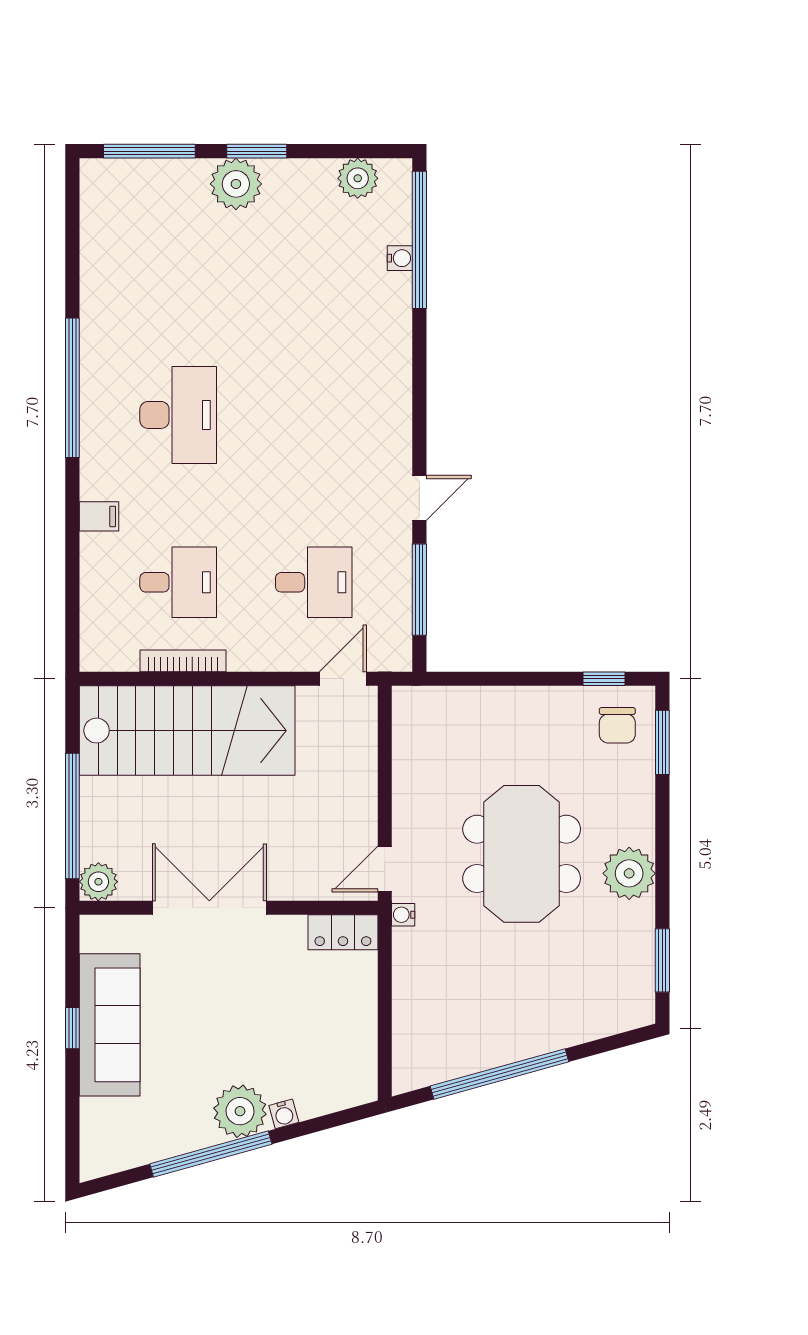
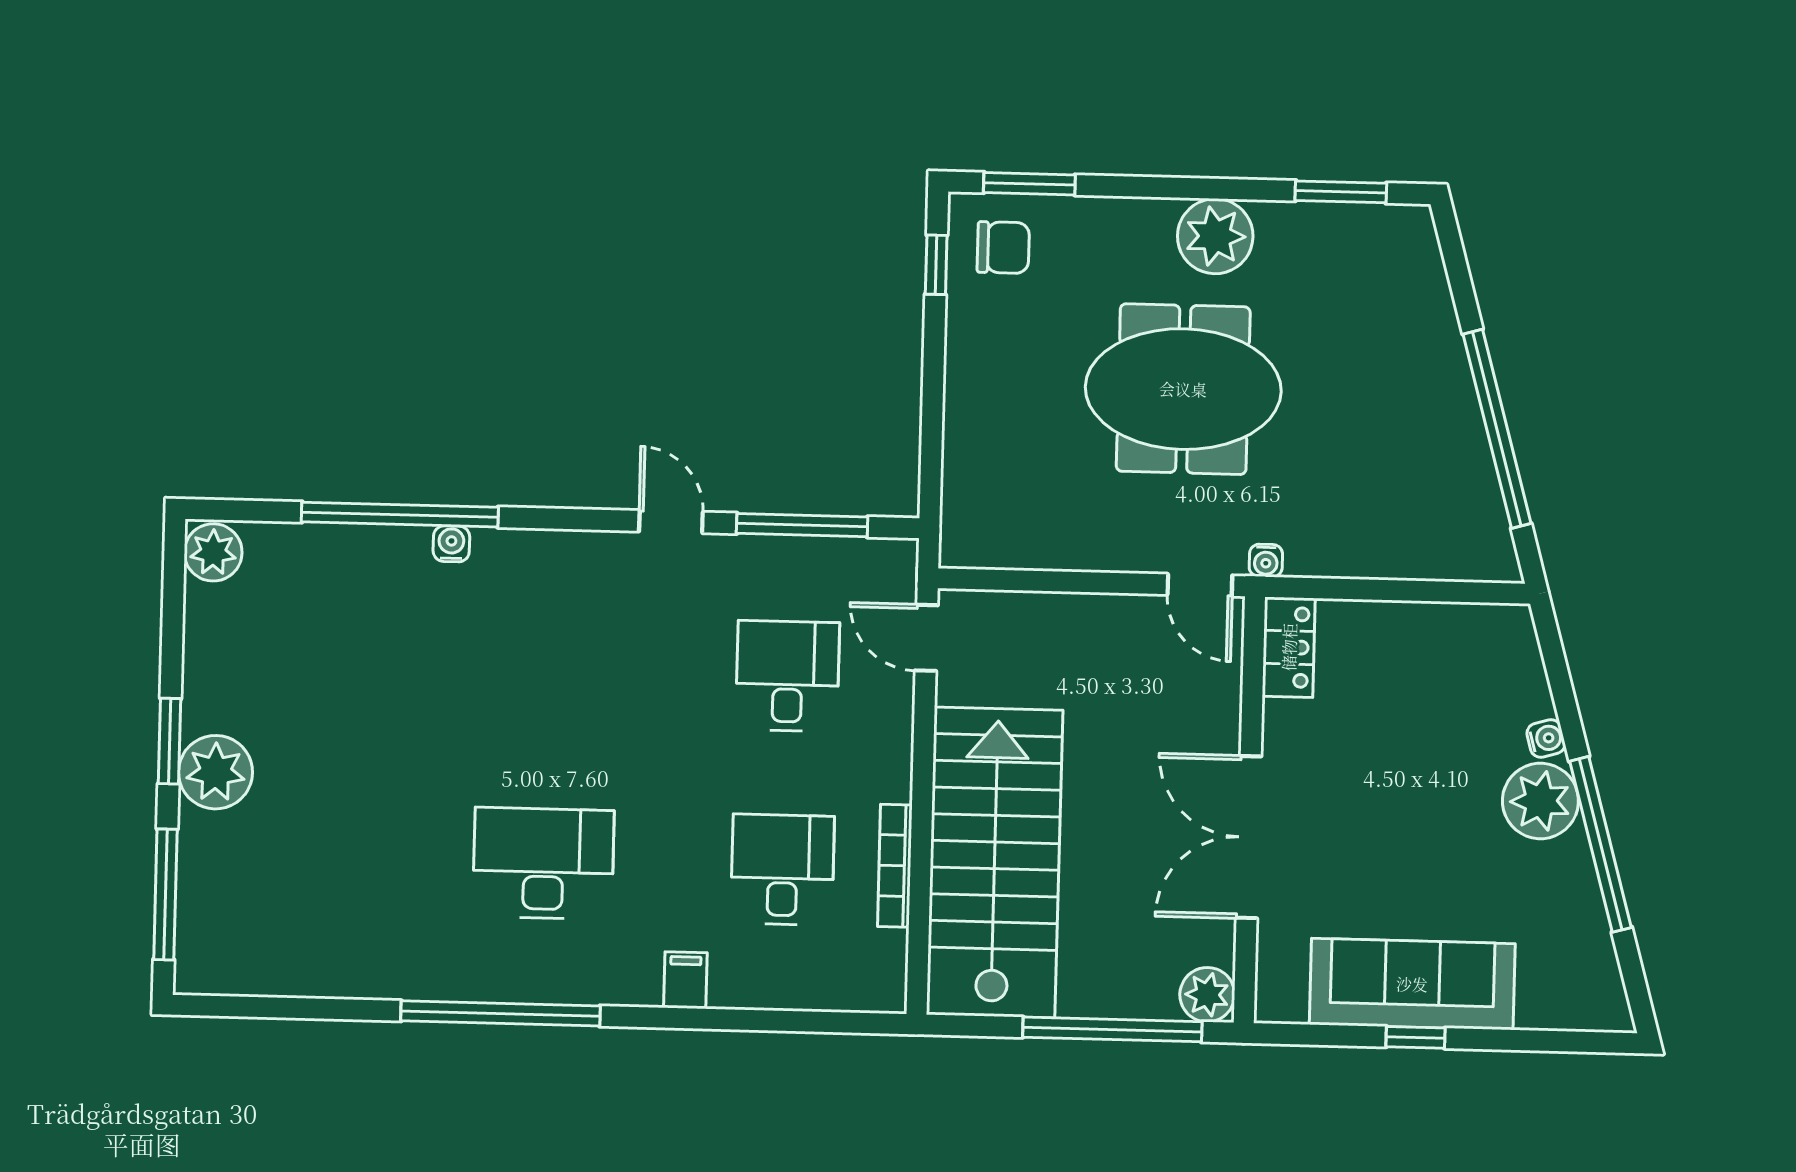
plant: (358, 178) -> (213, 552), moved
window: (419, 240) -> (400, 515), moved
water cooler: (400, 258) -> (451, 544), moved

